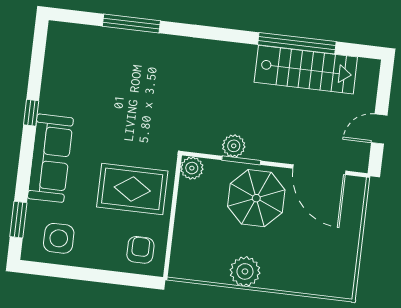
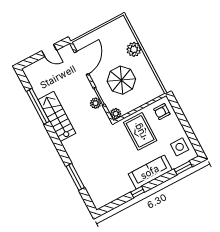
stairs: (306, 70) -> (57, 116), moved
parasol: (256, 198) -> (121, 80), moved
plant: (245, 271) -> (134, 49), moved

